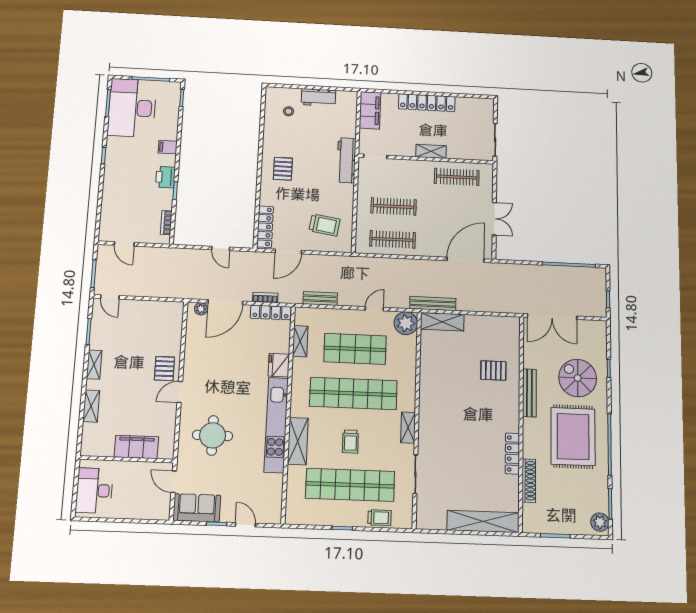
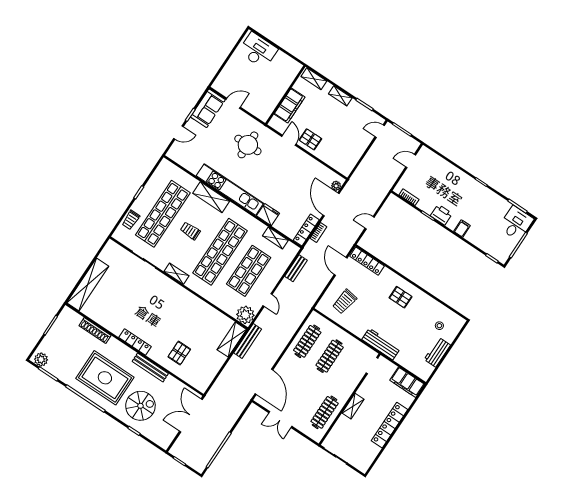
desk: (132, 108) -> (516, 223), width x0.53, depth x0.77
filing cabinet: (136, 447) -> (289, 106), moved
locker: (512, 454) -> (135, 342), moved
wall: (127, 459) -> (285, 95), moved

